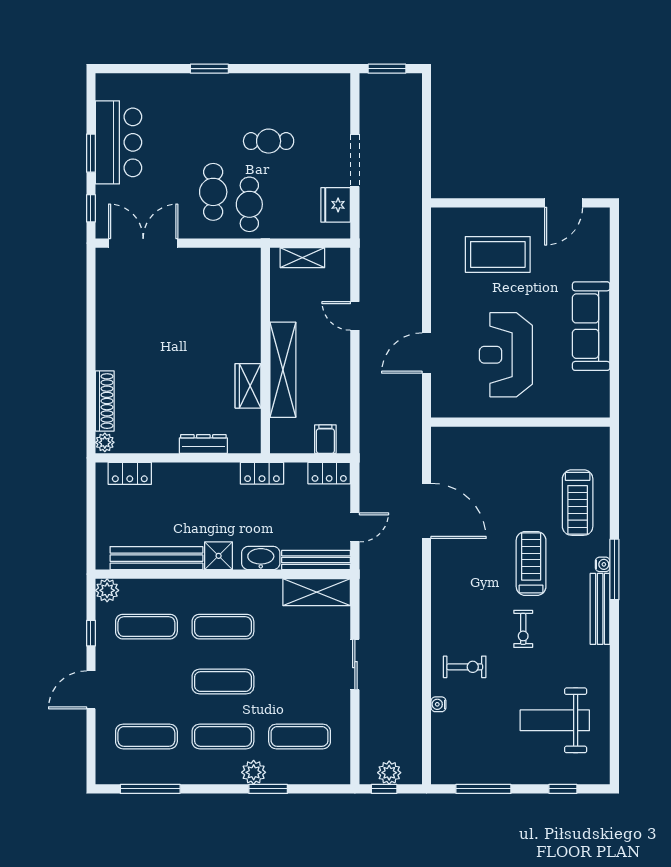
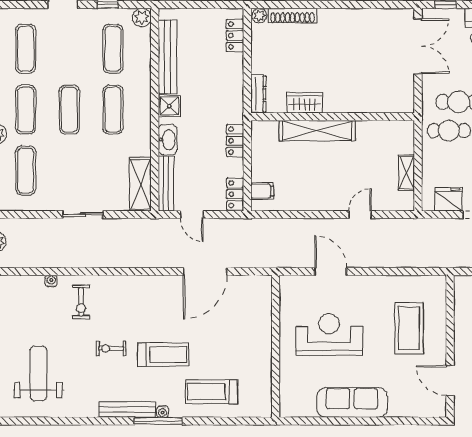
wall: (265, 350) -> (333, 117), moved
shelving: (283, 370) -> (317, 131), moved
wardrobe: (248, 386) -> (305, 103), moved

